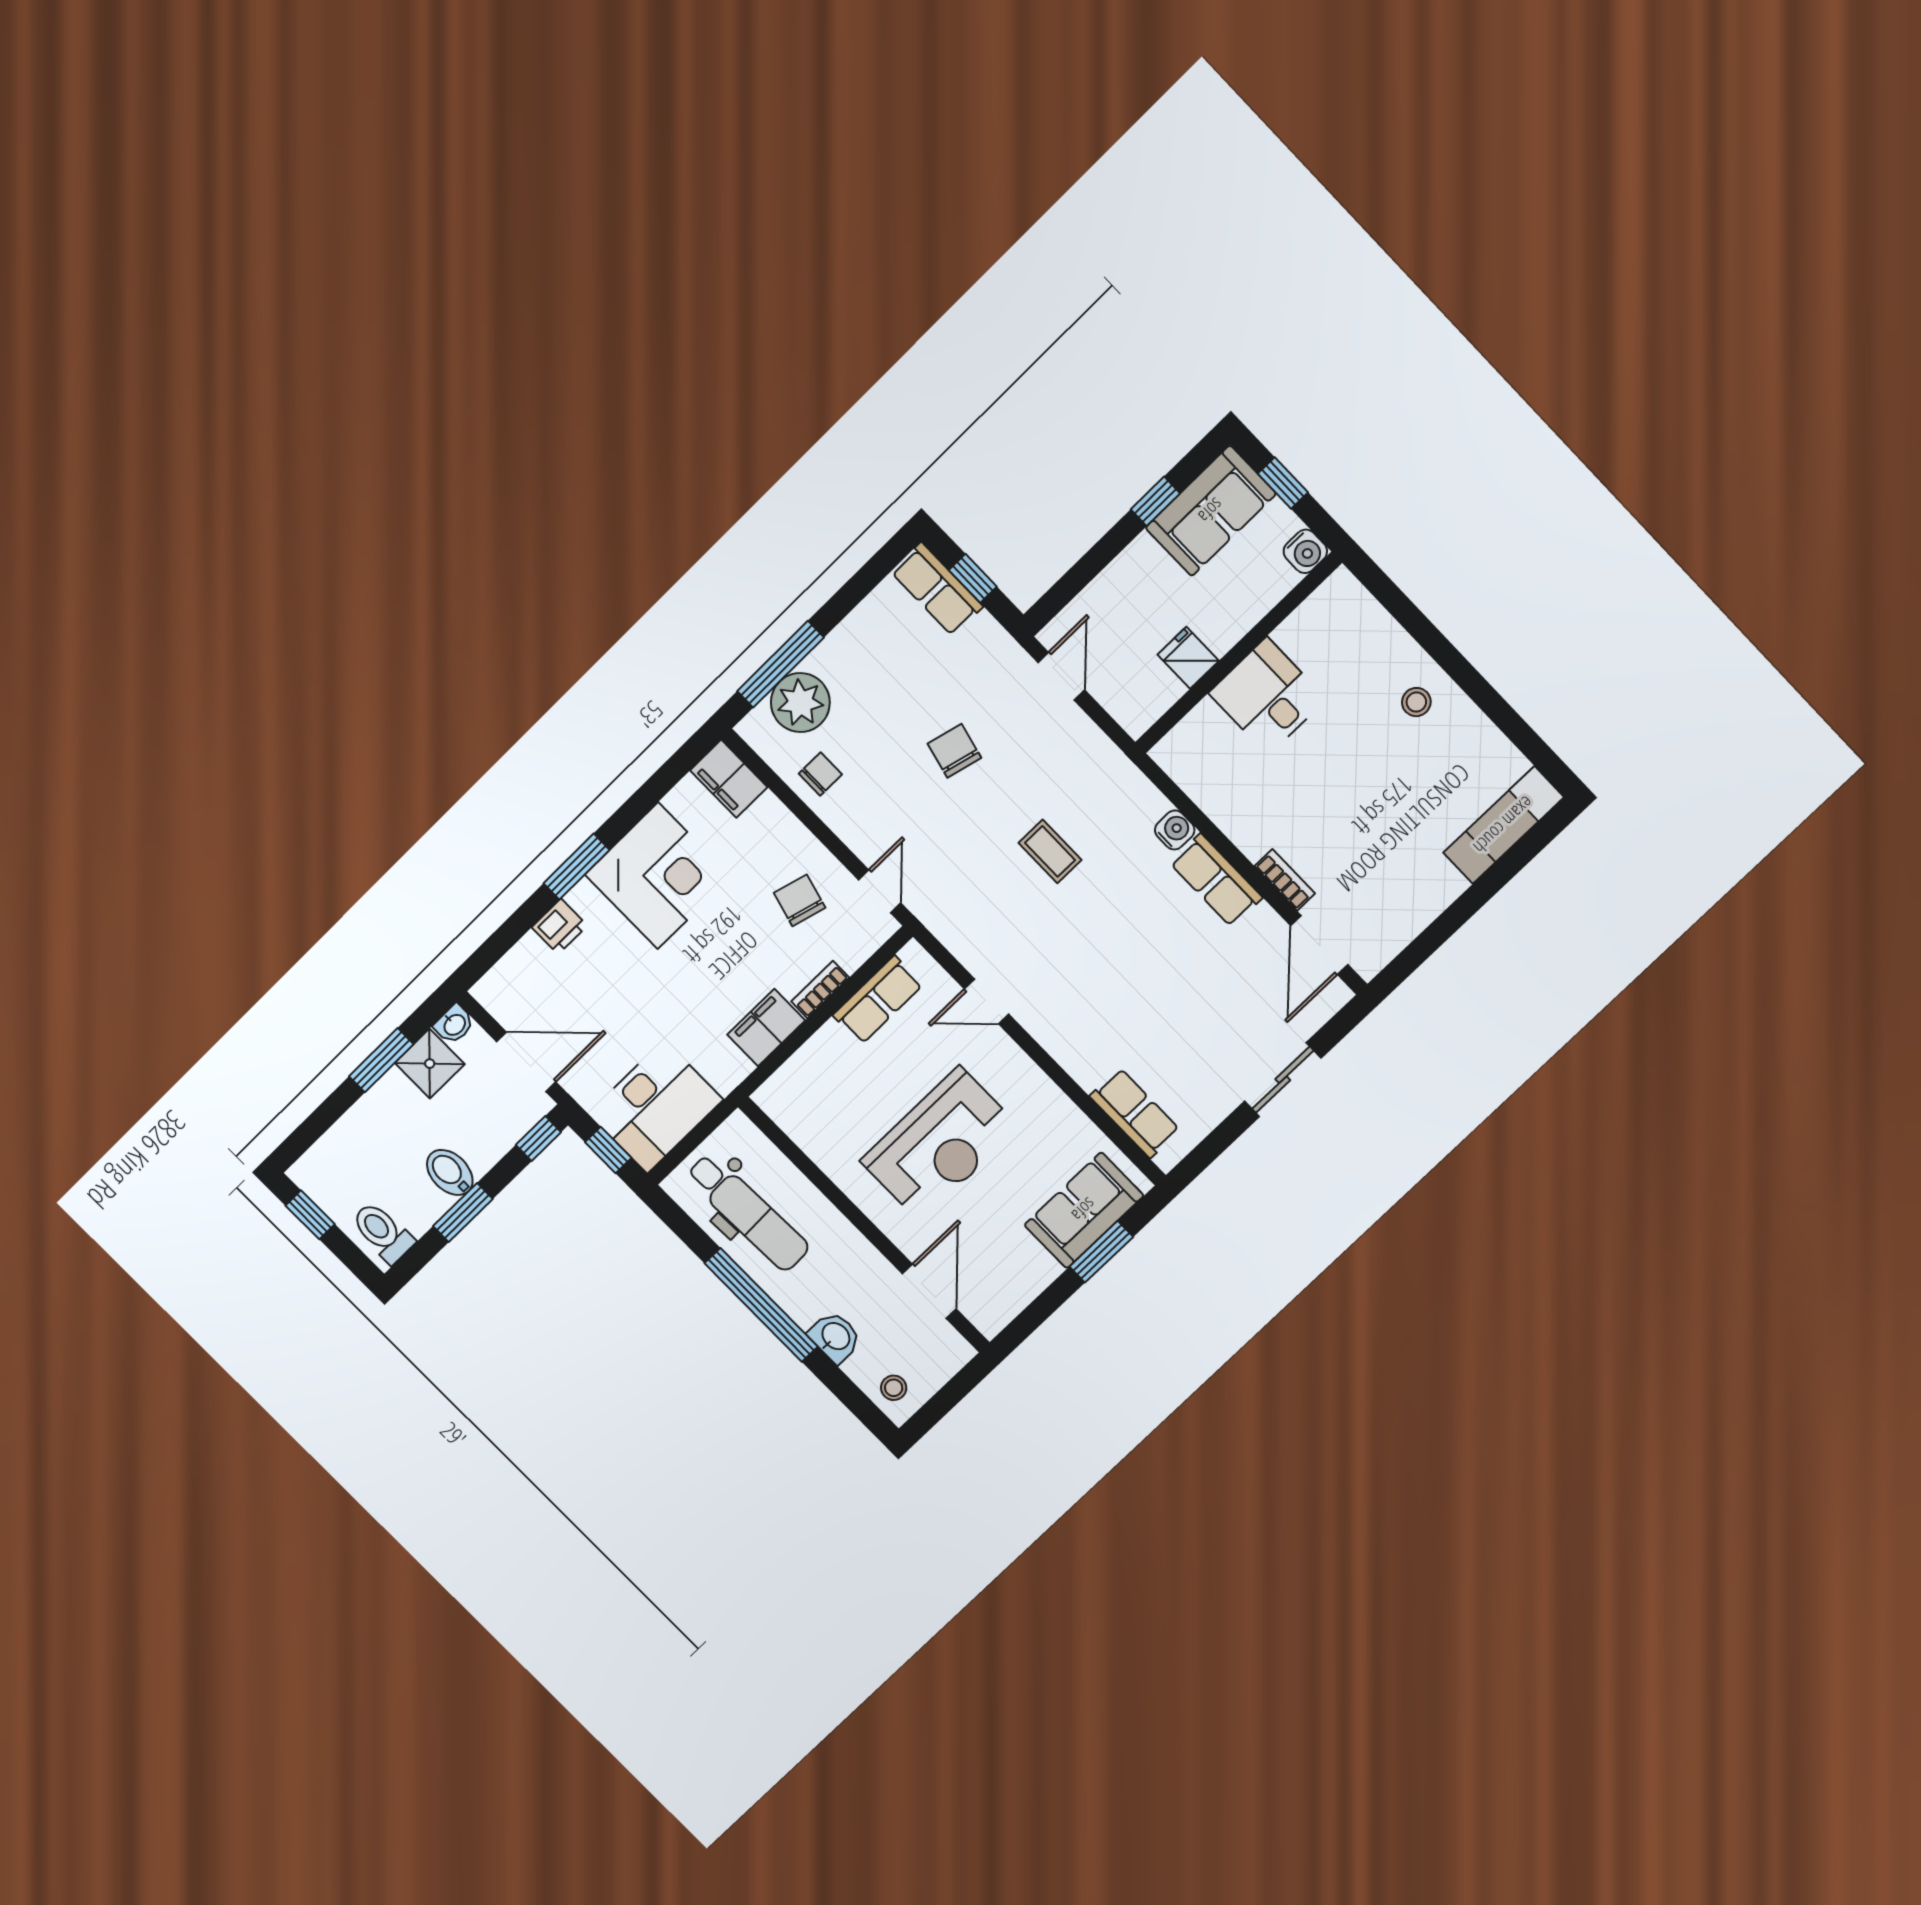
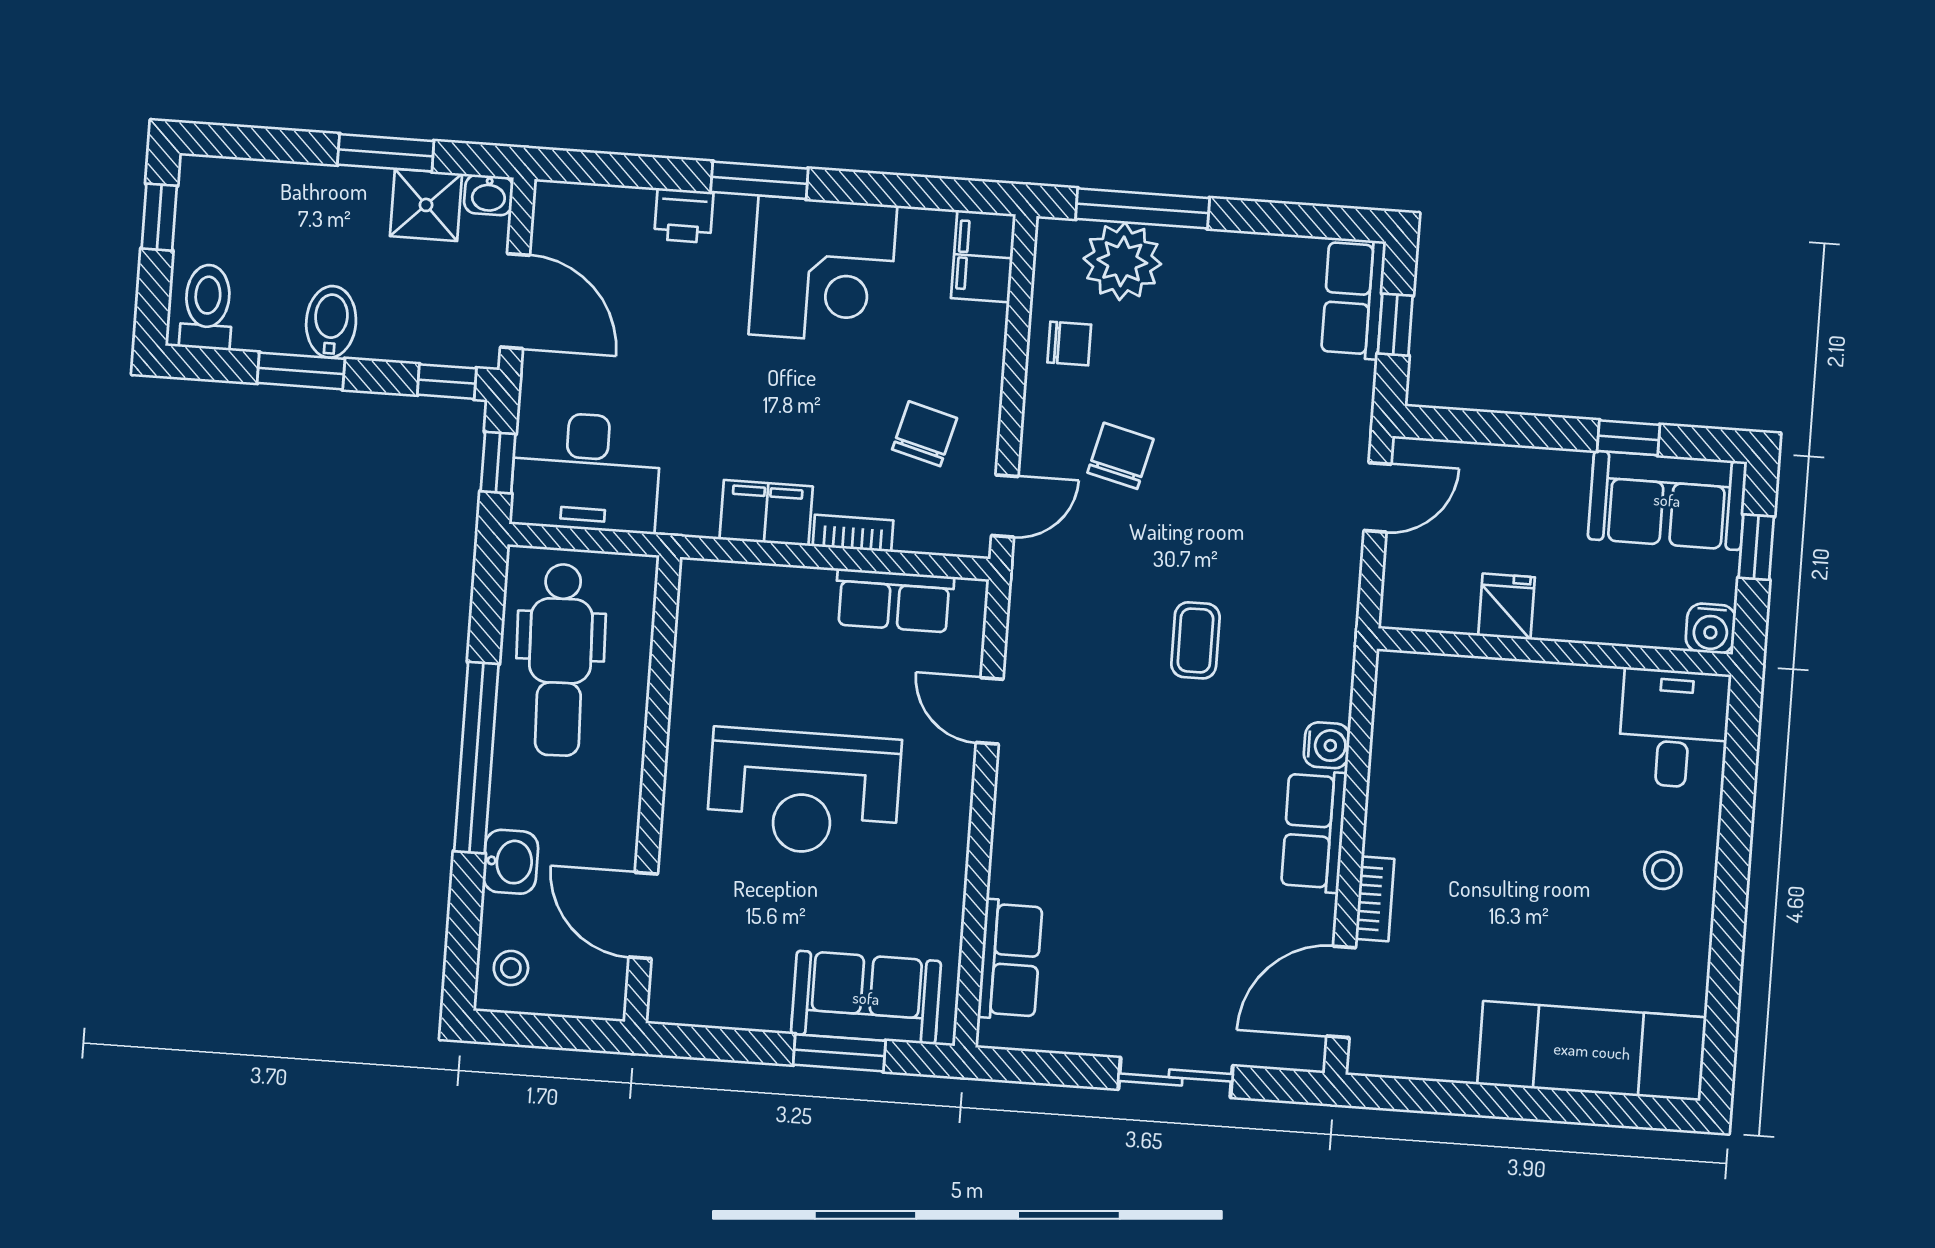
desk: (1267, 696) -> (1674, 728), moved
chair: (954, 751) -> (1120, 456), moved
exam couch: (1504, 825) -> (1592, 1051), width x1.36, depth x1.45
door: (929, 1291) -> (643, 915), swing flipped

